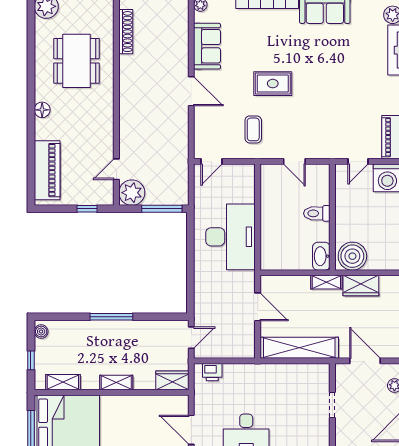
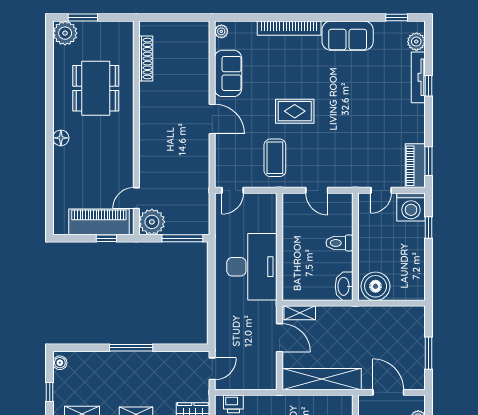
coffee table: (253, 129) -> (275, 158), width x1.36, depth x1.30
piano: (47, 170) -> (99, 222), moved, turned -90
shelving: (326, 282) -> (300, 313), moved
wardrobe: (361, 286) -> (384, 316), removed

